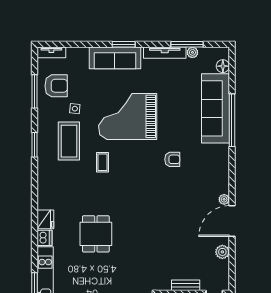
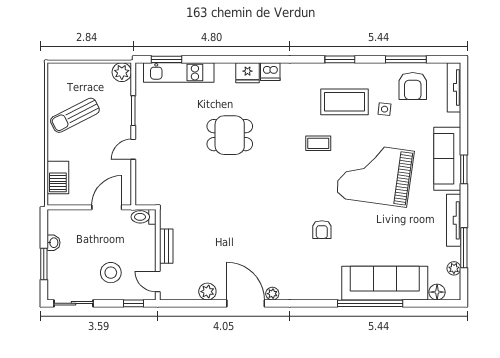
tv unit: (51, 52) -> (454, 87), width x1.41
plant: (192, 52) -> (454, 268), moved
grand piano: (128, 116) -> (375, 174), turned -82
dishwasher: (45, 238) -> (270, 72), moved

